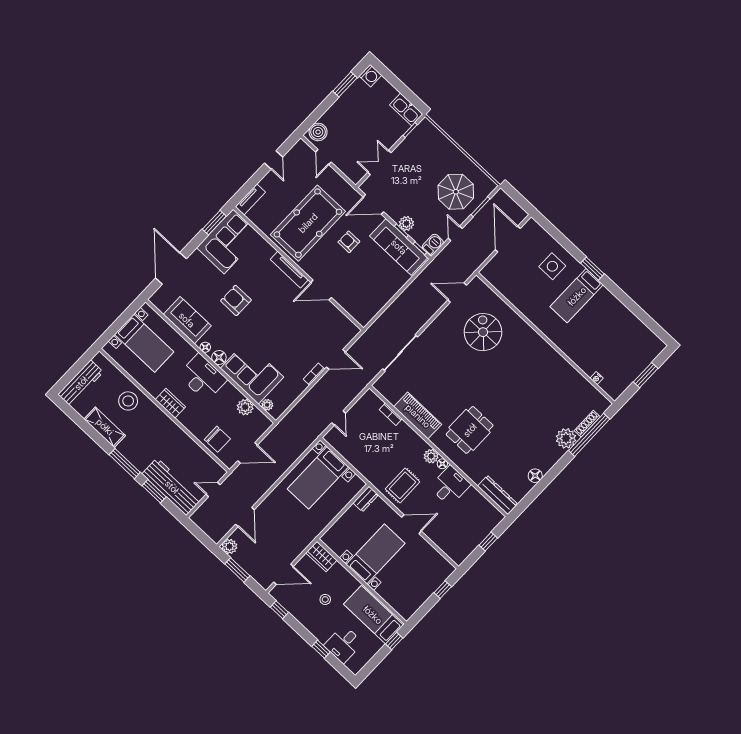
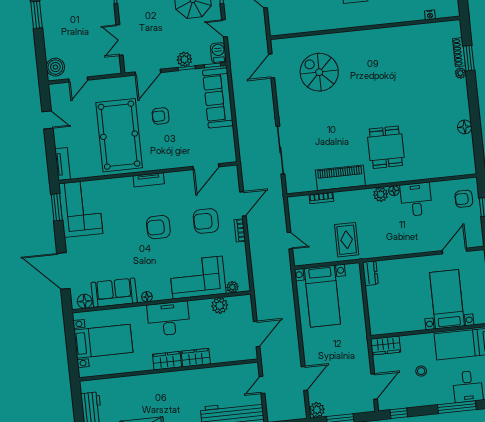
door: (323, 157) -> (78, 80), hinge flipped
sofa: (399, 247) -> (218, 98), moved, turned 90
tv unit: (289, 270) -> (149, 180), width x0.71
door: (321, 290) -> (206, 167), moved
armchair: (236, 300) -> (158, 227), moved
armchair: (299, 343) -> (206, 221), added
floor lamp: (219, 357) -> (85, 301), moved
stool: (128, 401) -> (137, 392), removed
wardrobe: (191, 423) -> (196, 358), added
window: (589, 435) -> (469, 58), width x0.47
plant: (566, 438) -> (460, 73), width x0.53, depth x0.53
chair: (217, 439) -> (226, 348), removed
rug: (403, 485) -> (347, 240), moved
dresser: (498, 495) -> (455, 169), removed
door: (245, 517) -> (304, 378), hinge flipped
armchair: (481, 521) -> (464, 199), added
door: (411, 524) -> (454, 251), moved
bed with nightstands: (375, 554) -> (447, 299), moved
window: (321, 649) -> (457, 407), width x2.17

